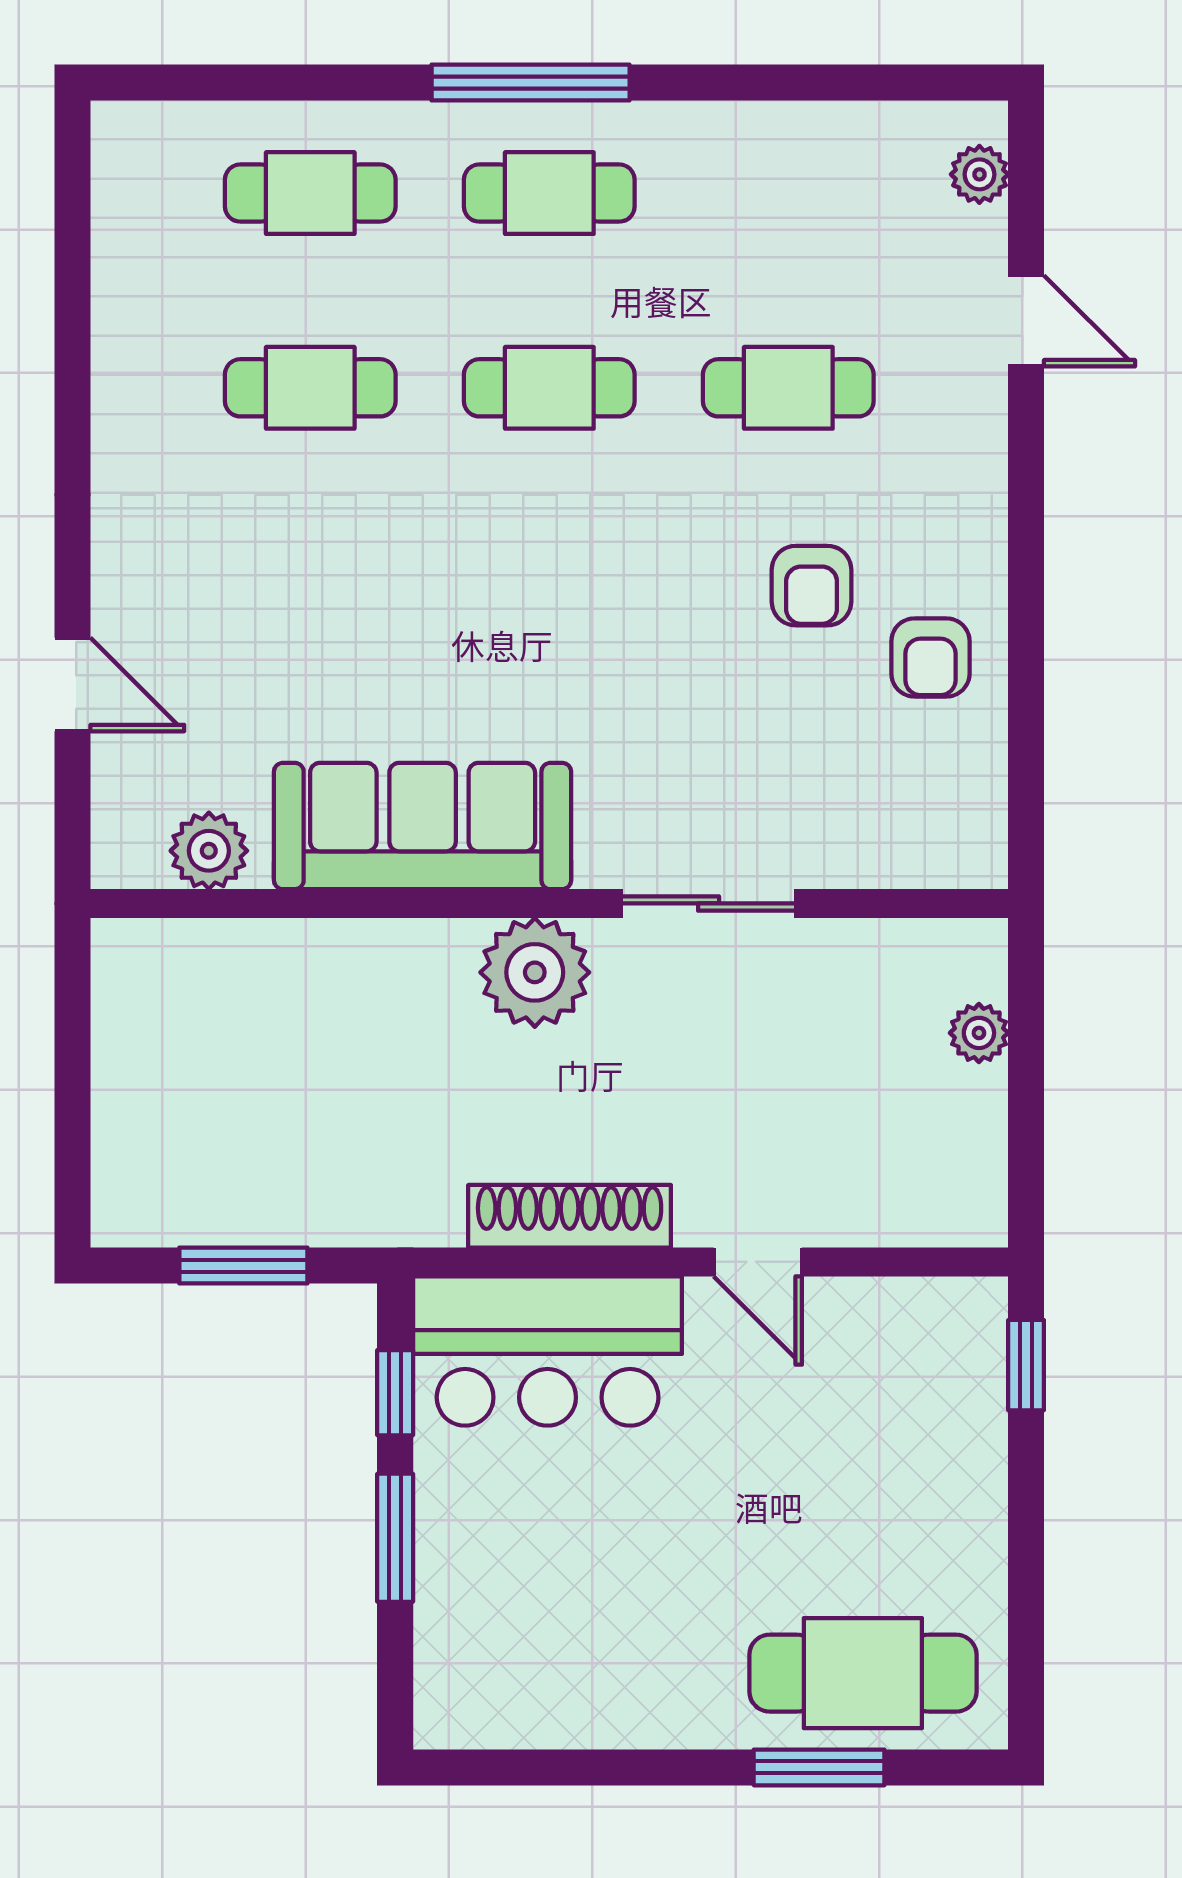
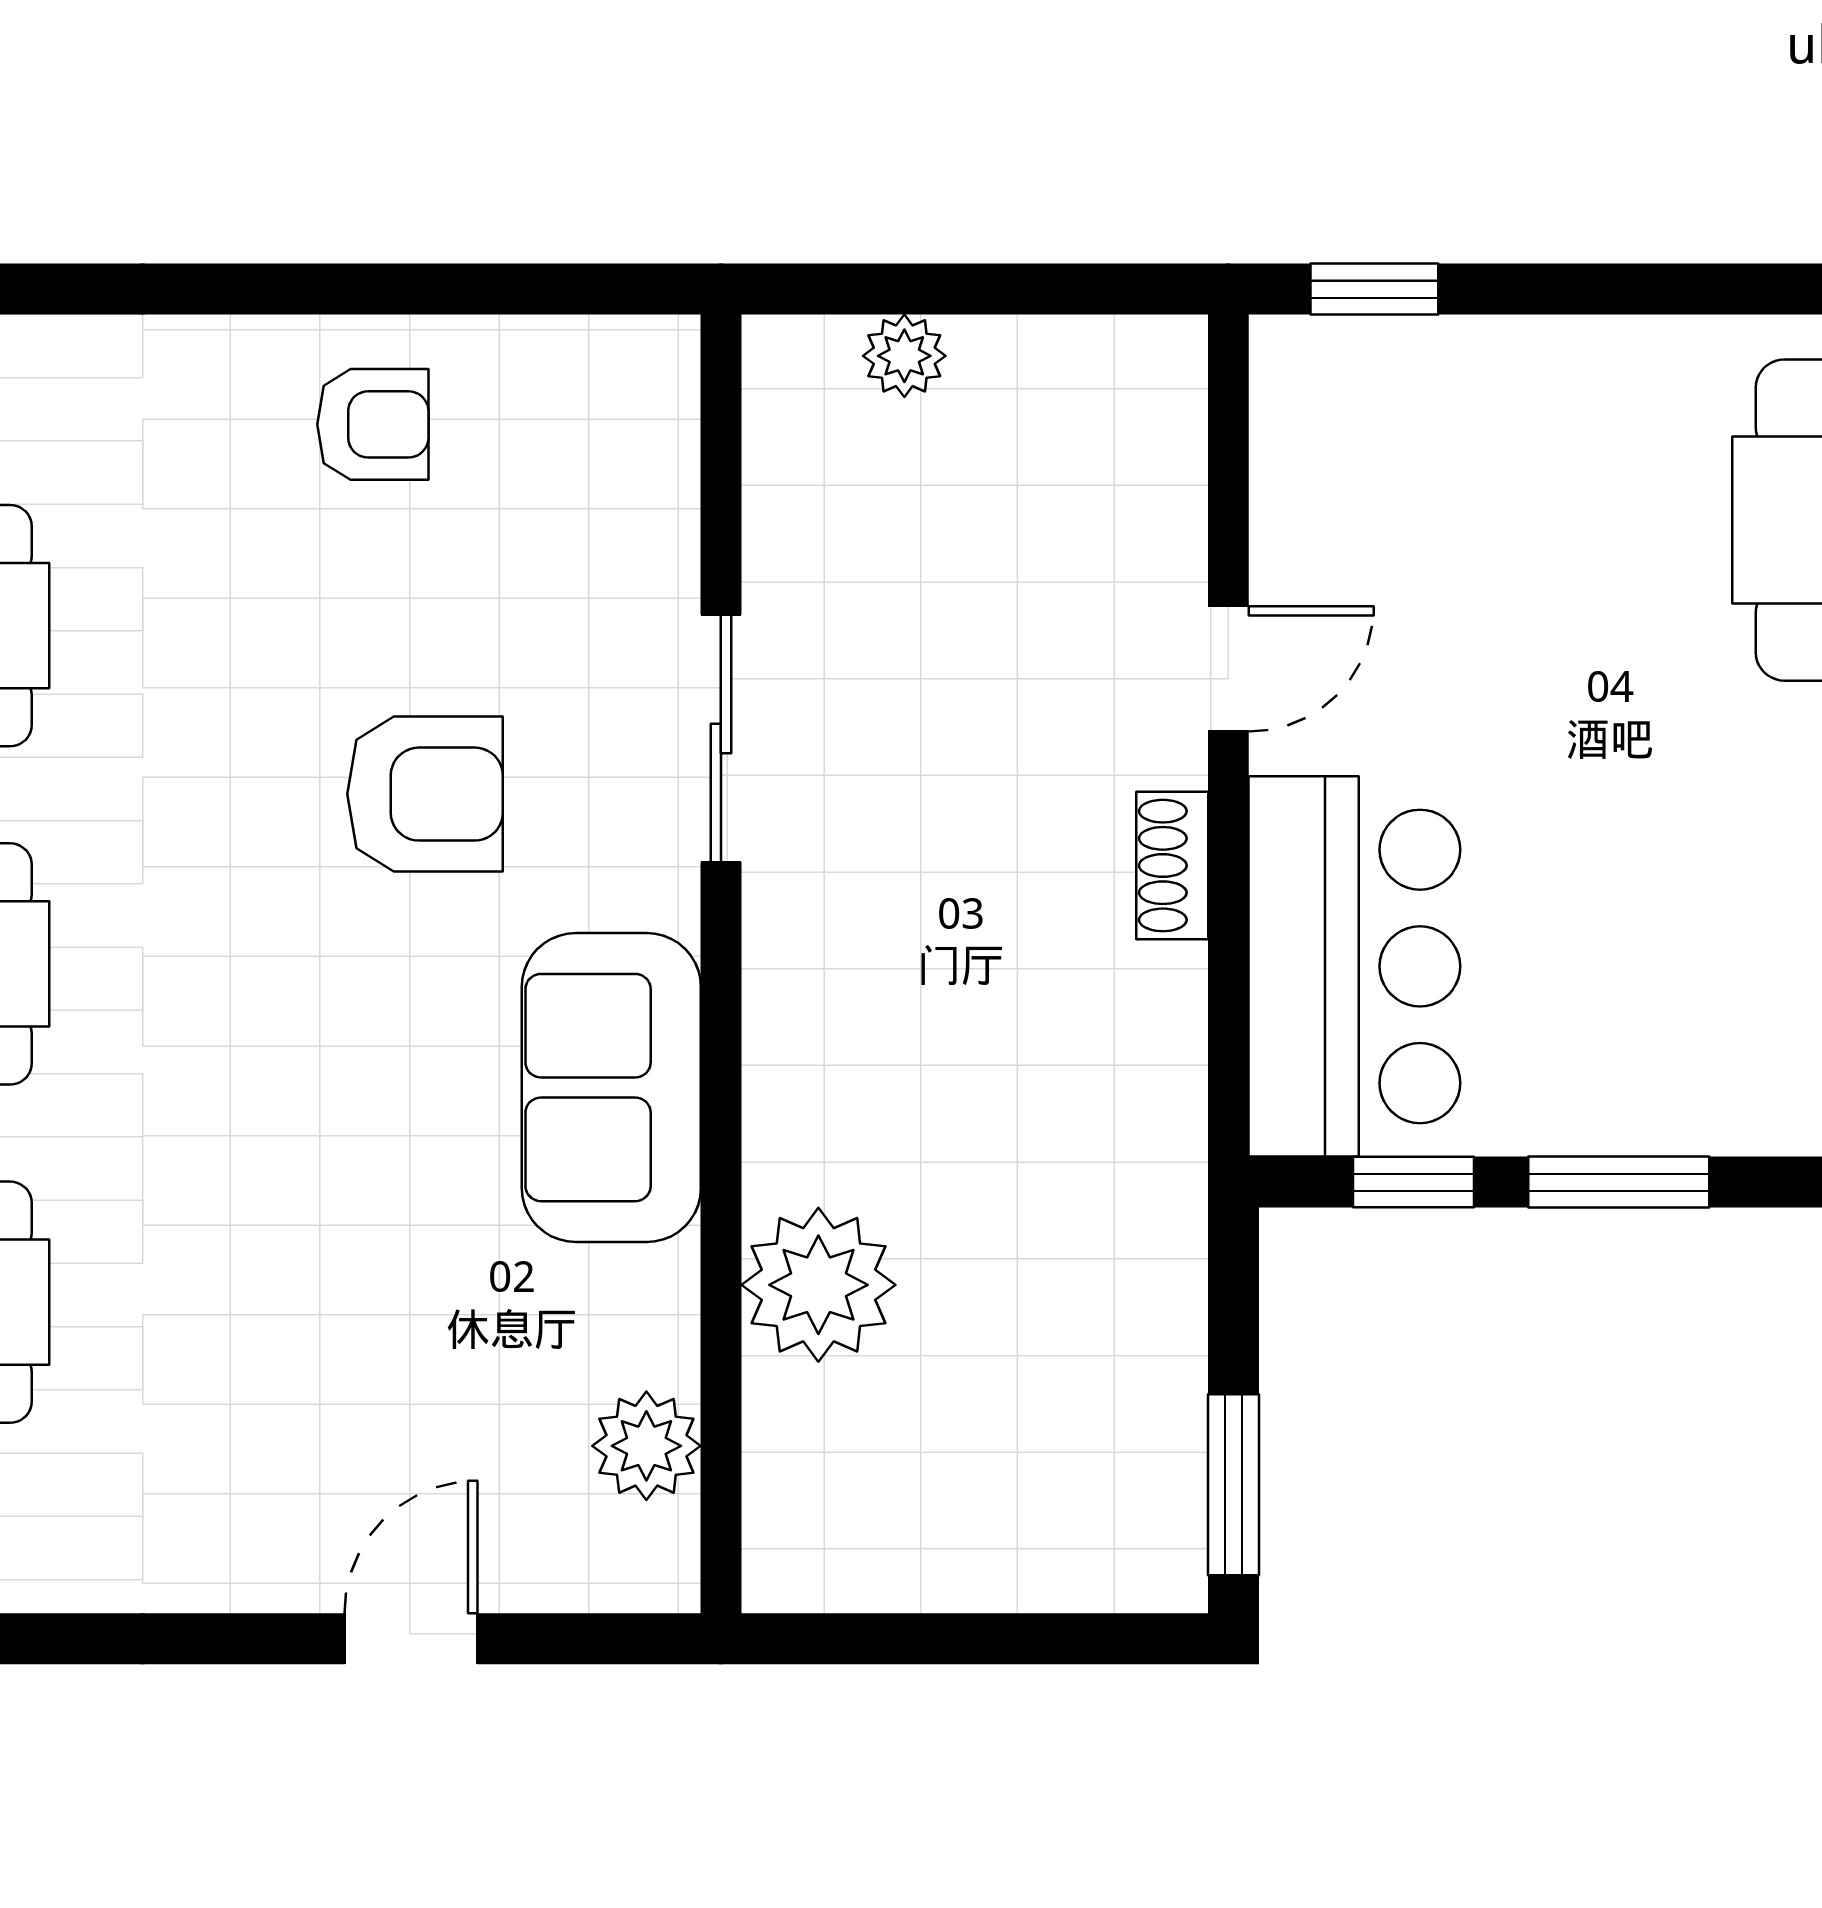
armchair: (812, 586) -> (425, 794), moved, width x1.38, depth x1.38
sofa: (423, 826) -> (611, 1088), width x0.73
plant: (535, 972) -> (818, 1285), moved
shoe rack: (570, 1216) -> (1172, 866), width x0.51, depth x0.81
window: (243, 1266) -> (1233, 1485), moved

